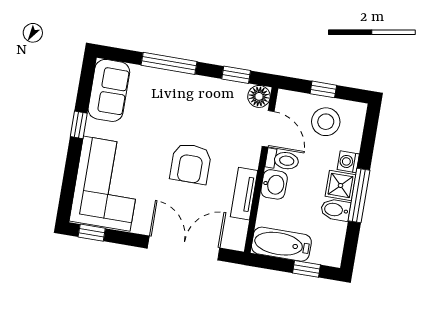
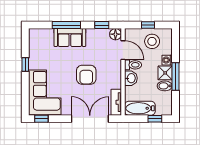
sofa: (109, 90) -> (70, 38), moved, turned 90
tv unit: (244, 194) -> (116, 102), moved

